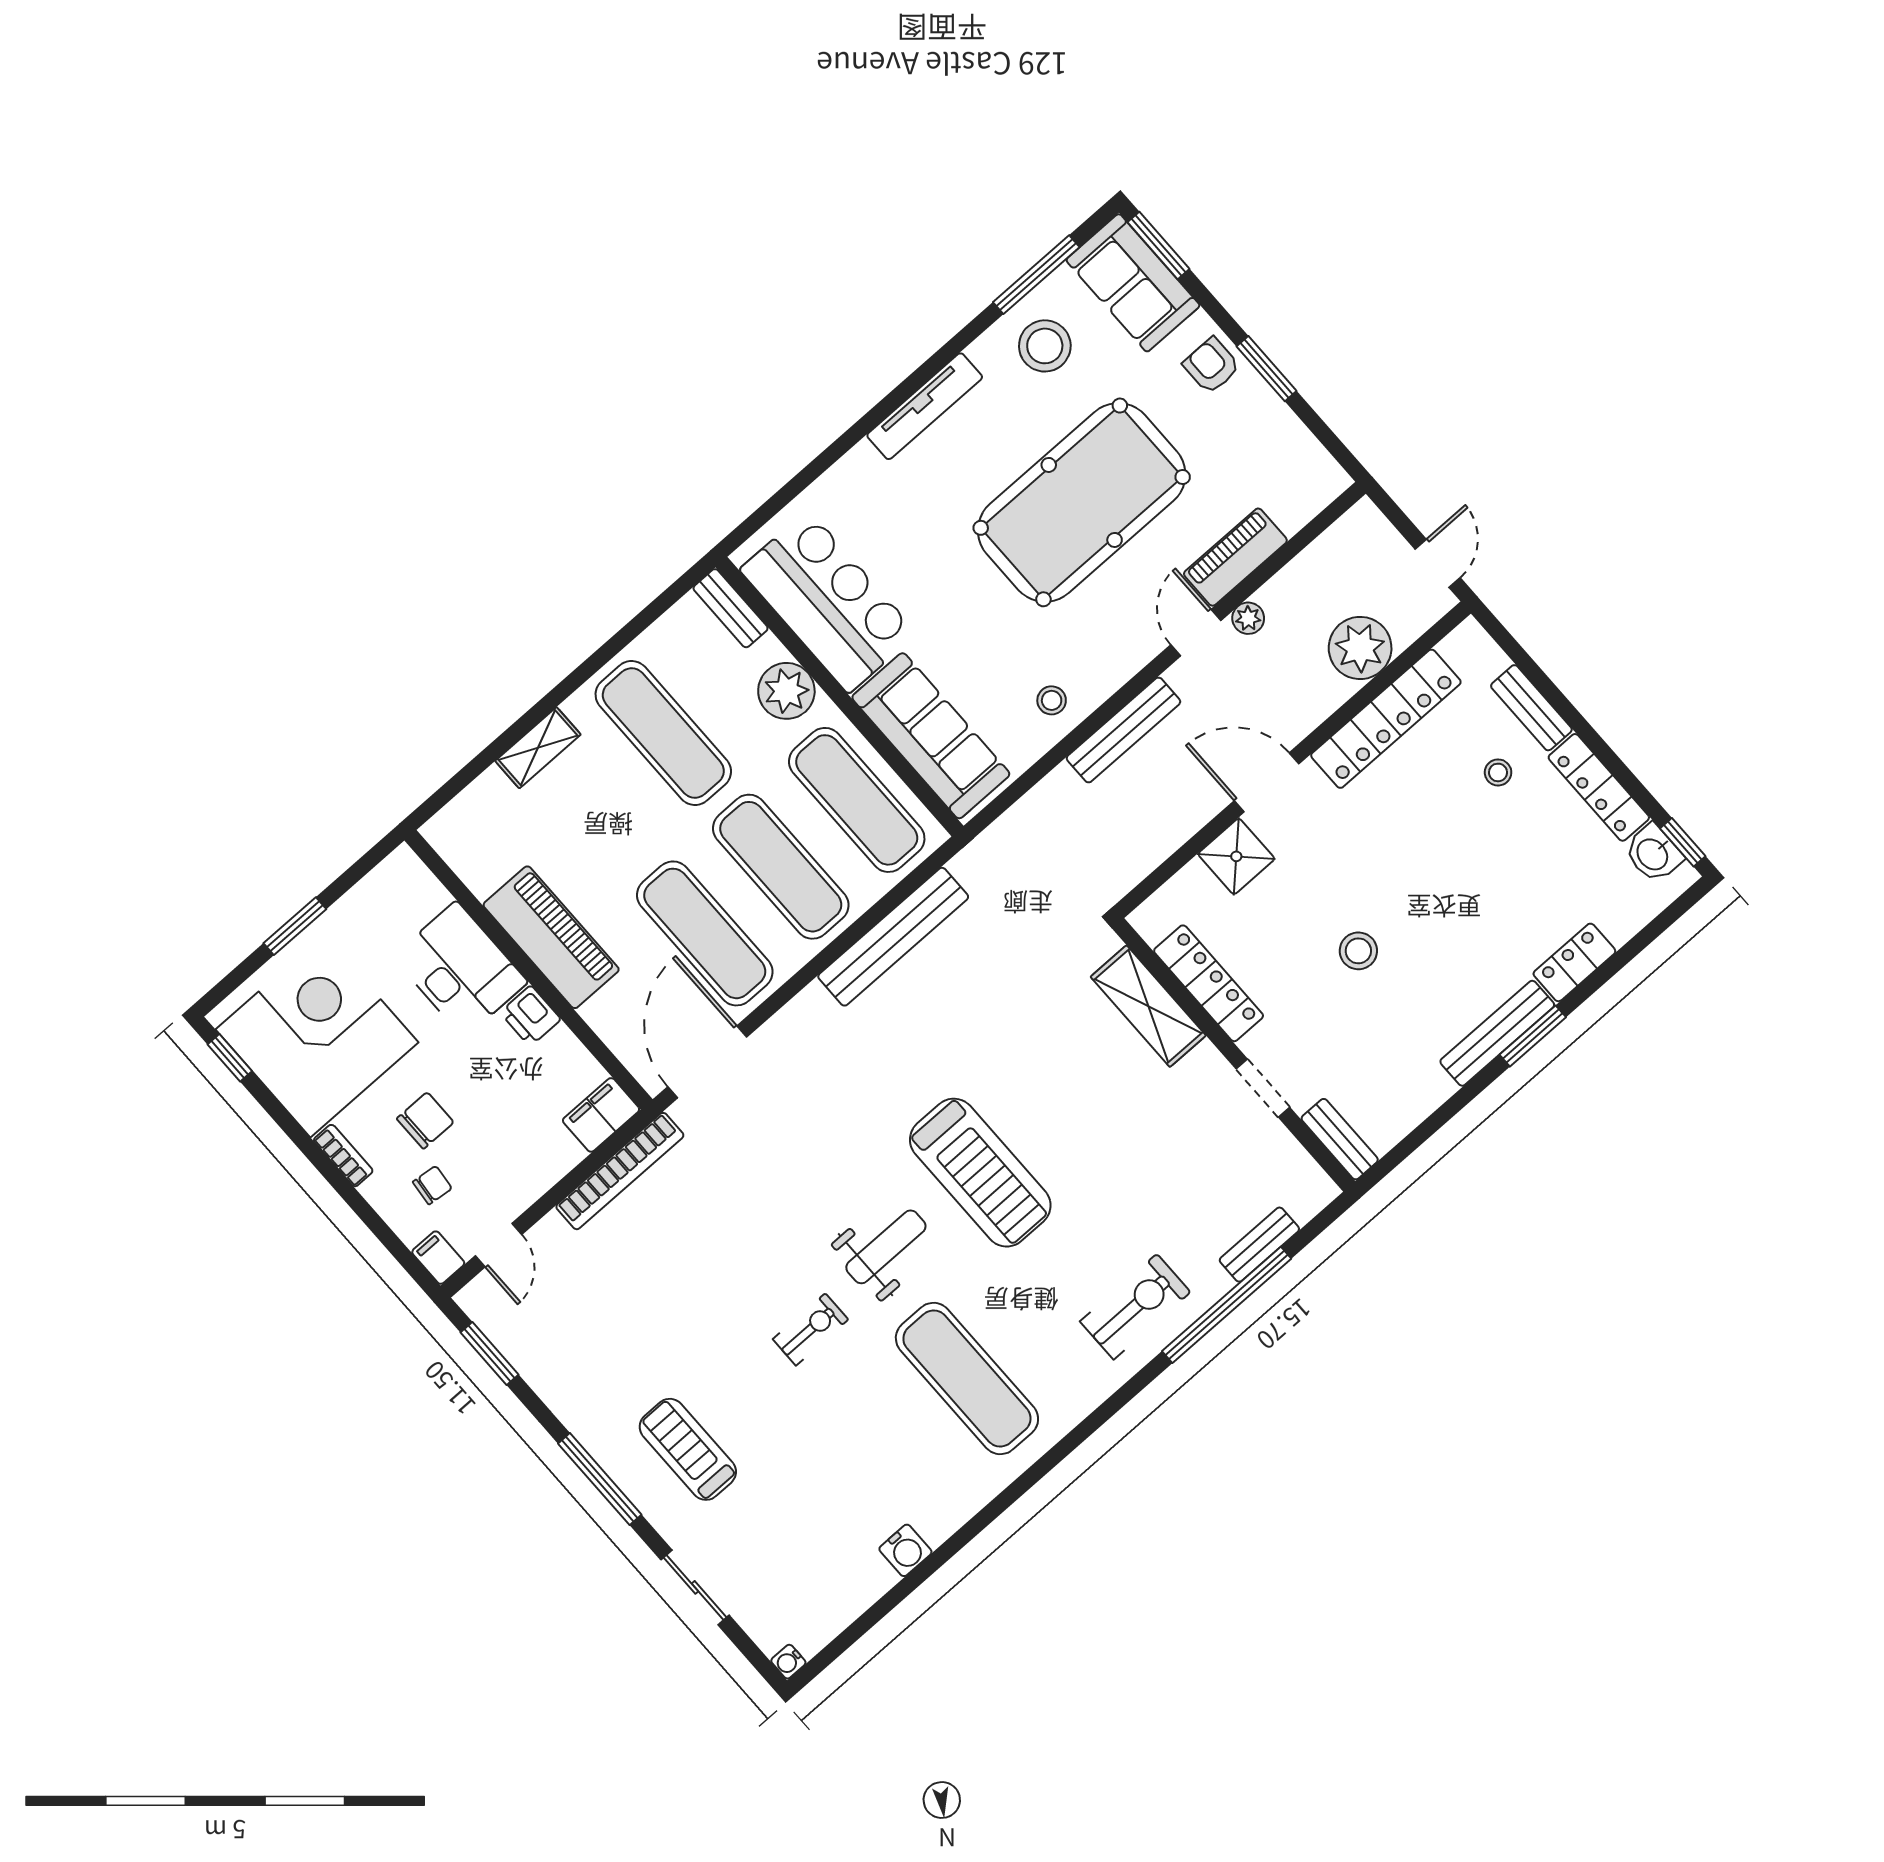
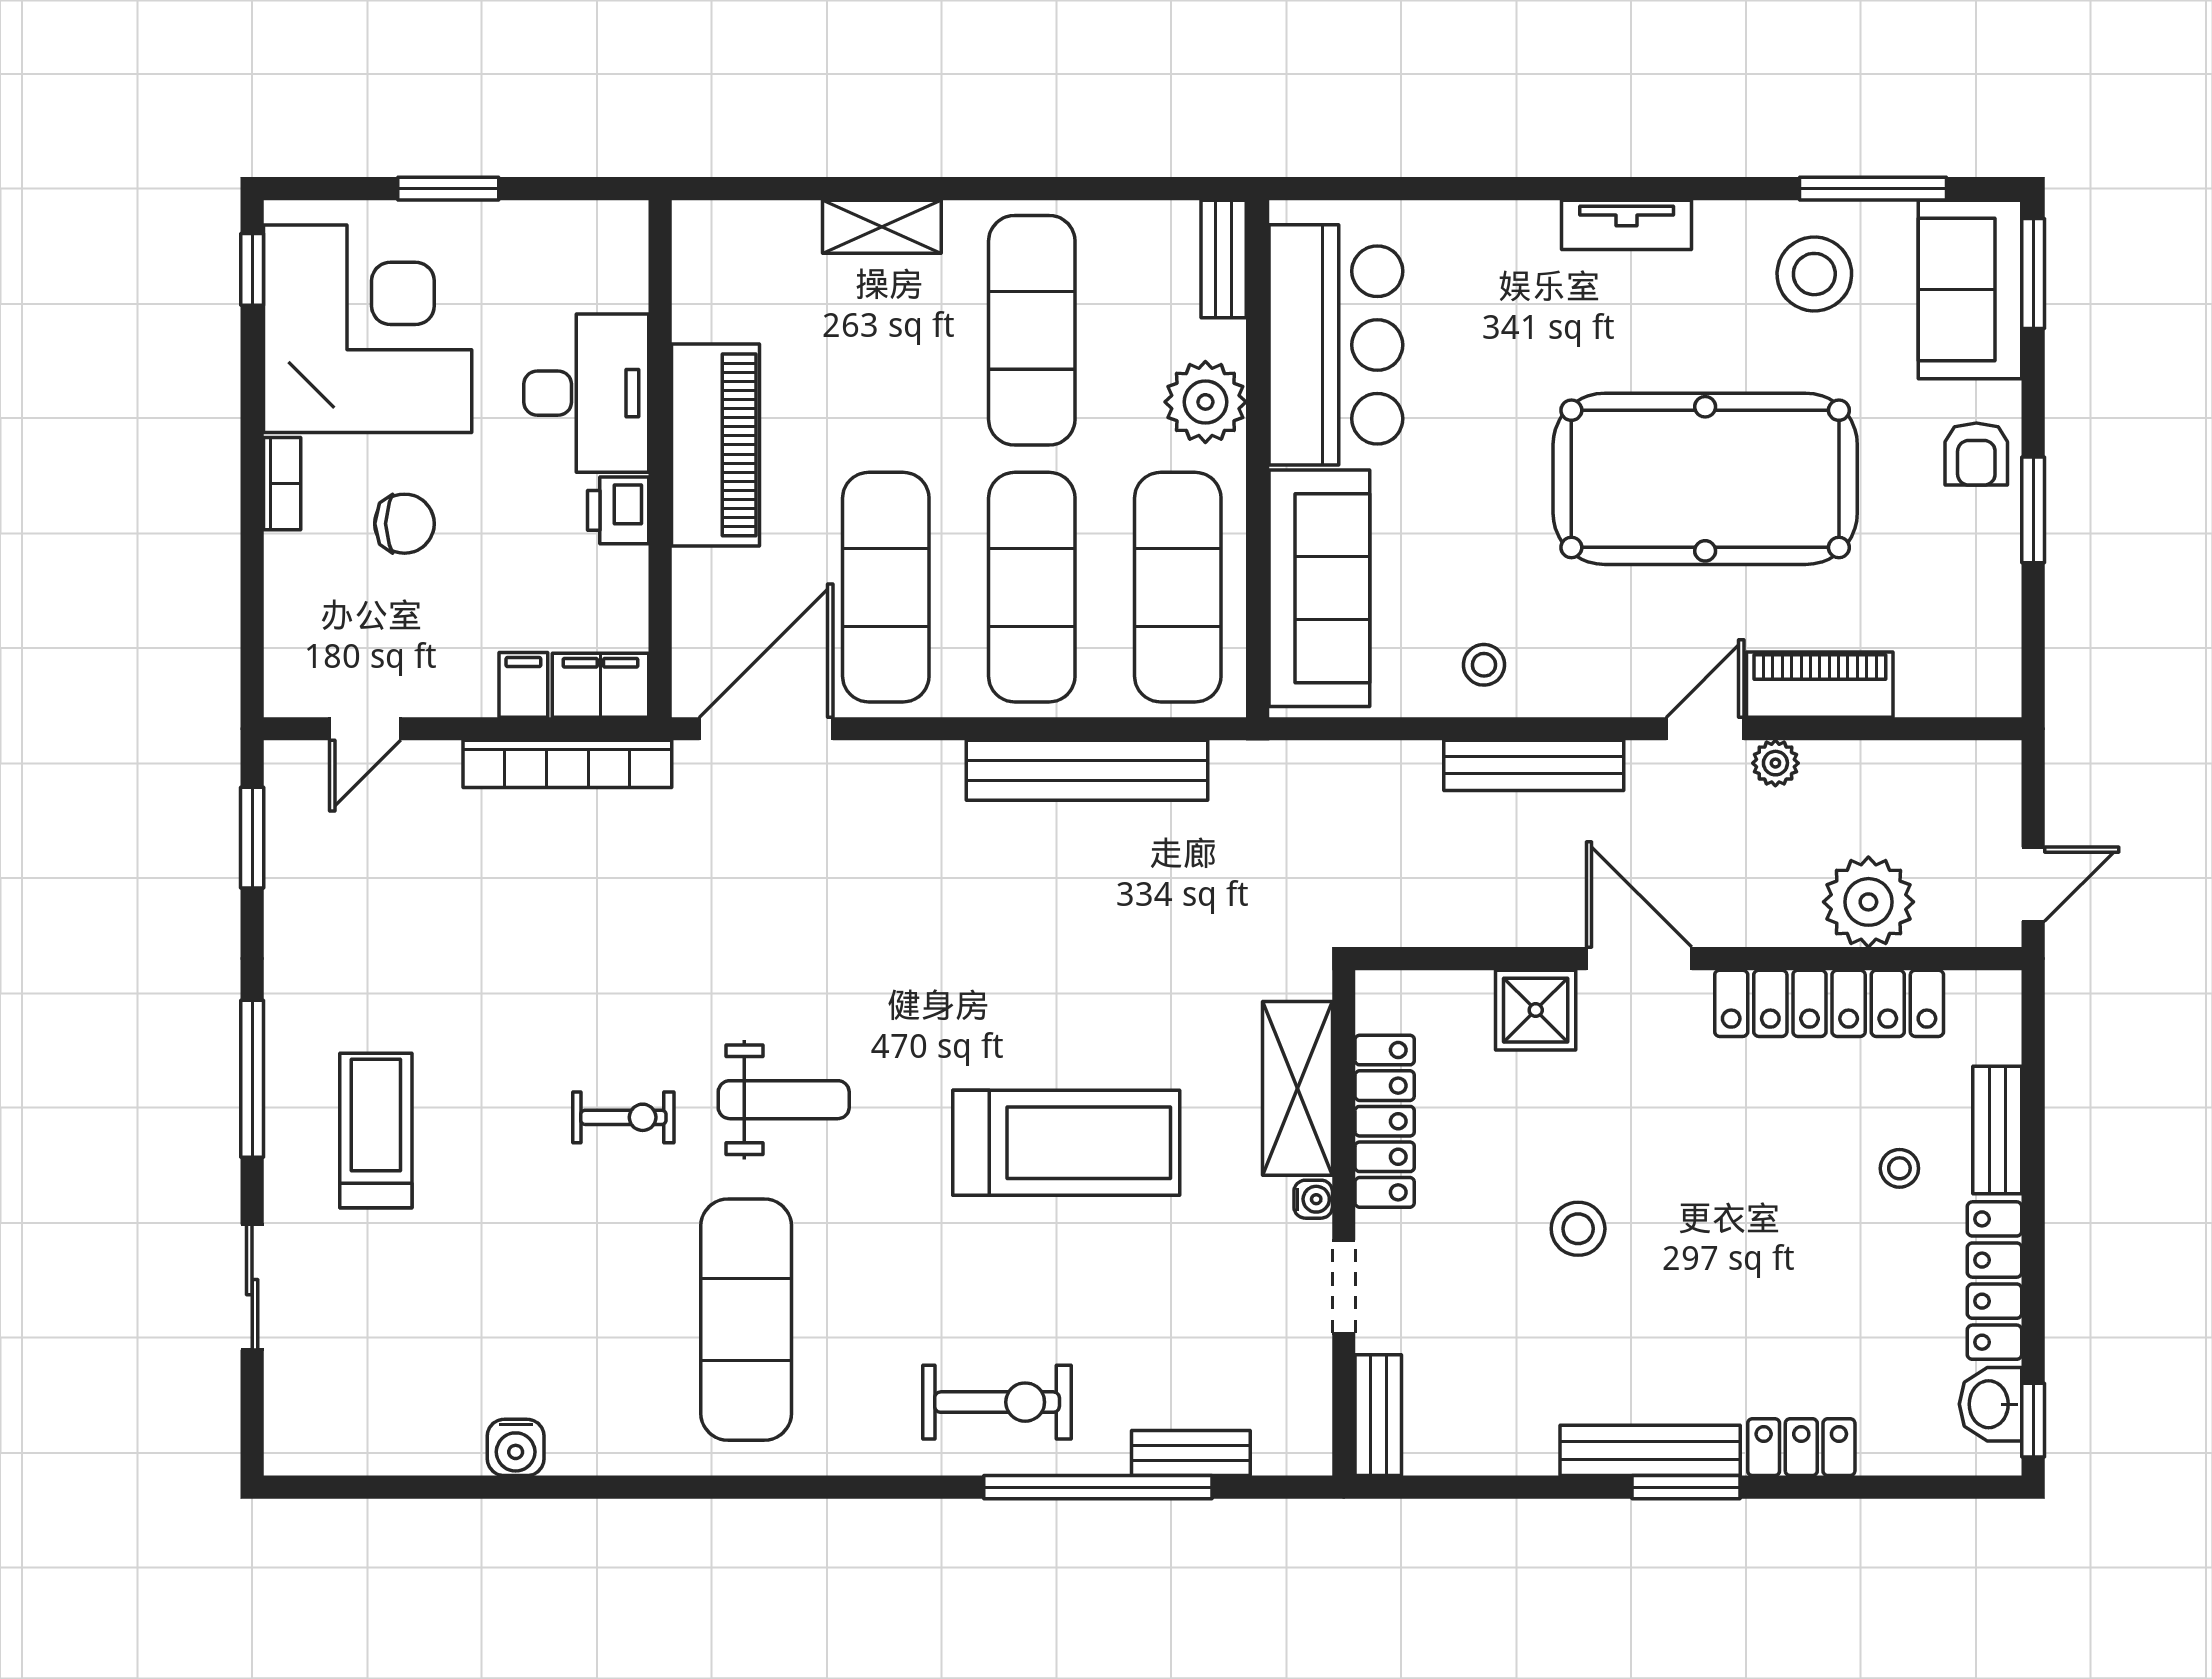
armchair: (1211, 366) -> (1976, 454), turned 180
tv unit: (925, 406) -> (1627, 225), width x0.71
treadmill: (980, 1173) -> (1066, 1143), moved, turned -90
chair: (432, 1185) -> (351, 601), removed
filing cabinet: (438, 1258) -> (523, 685), moved
water cooler: (788, 1662) -> (1313, 1199), moved, turned 180

